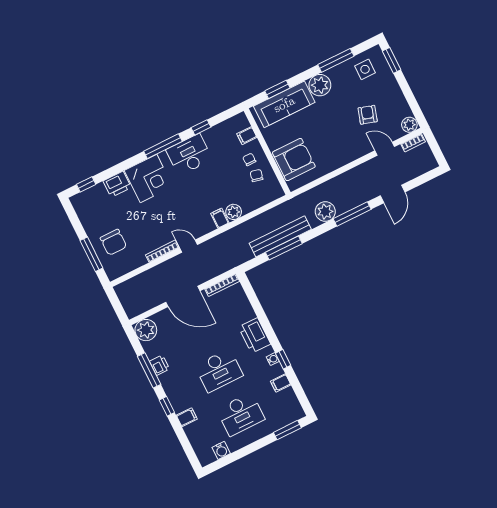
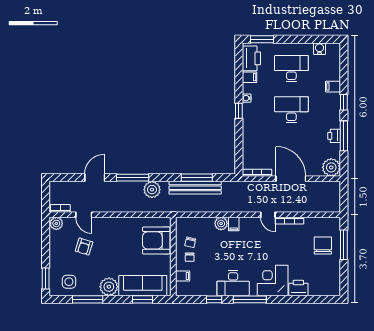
window: (86, 184) -> (322, 299), removed
printer: (255, 335) -> (251, 58), moved
window: (283, 359) -> (239, 111), moved

